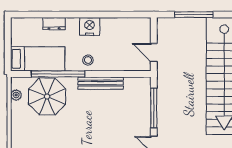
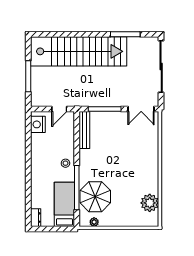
dresser: (54, 24) -> (36, 218), moved
nightstand: (90, 26) -> (38, 124), moved
bench: (101, 83) -> (84, 130), moved

